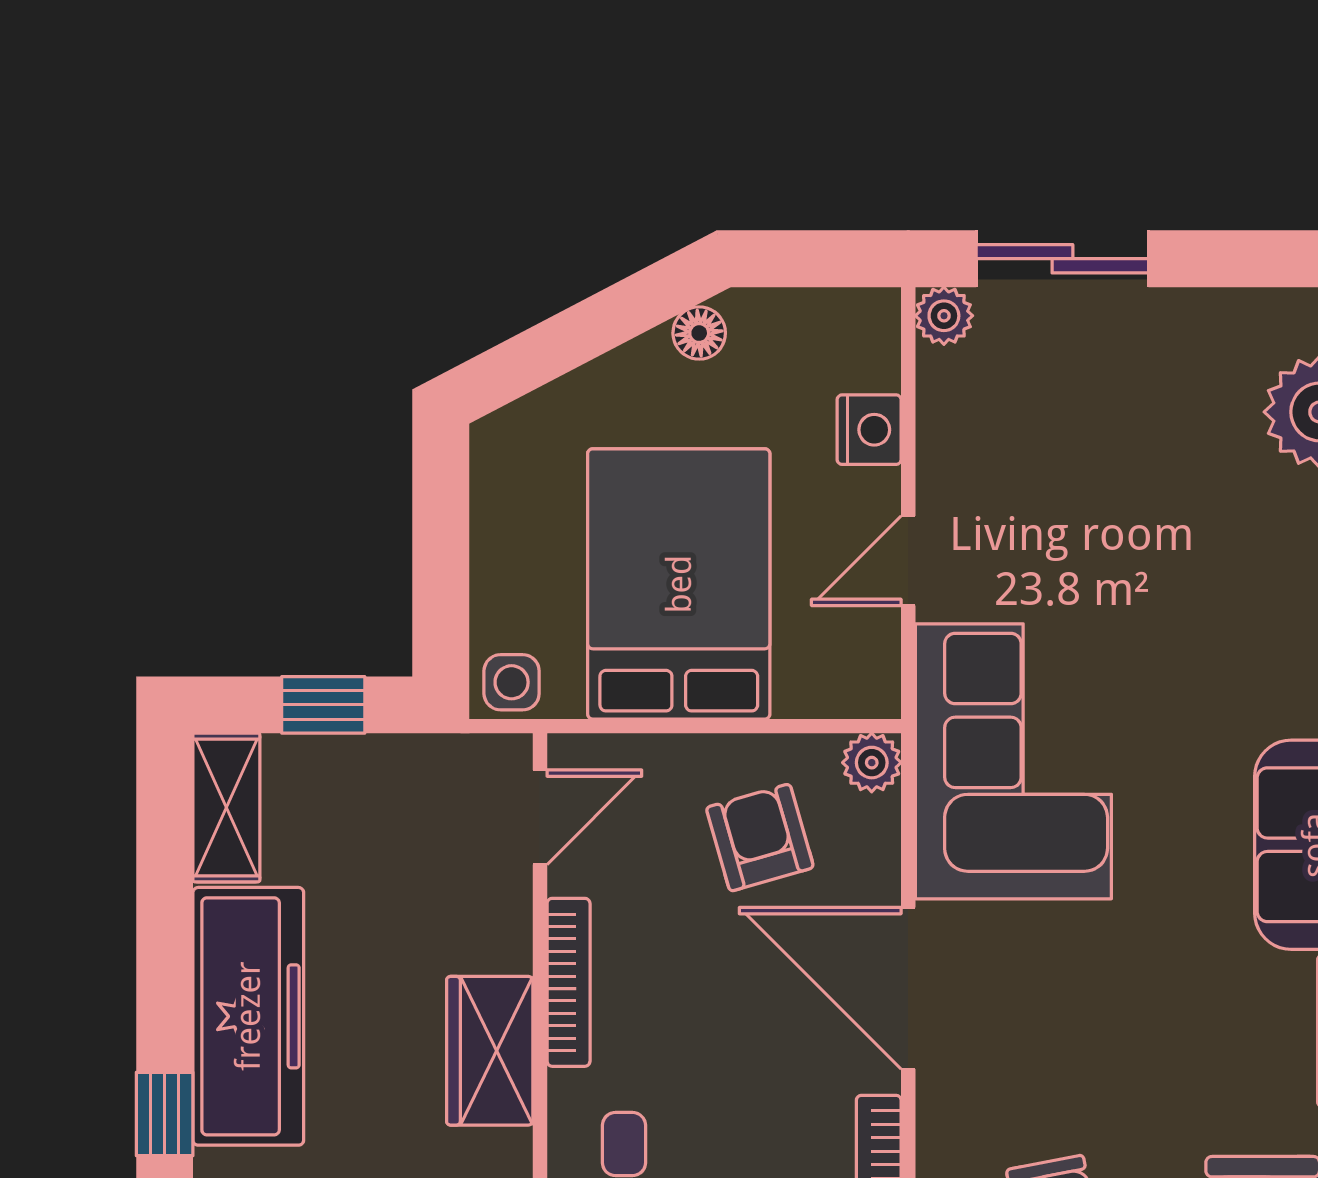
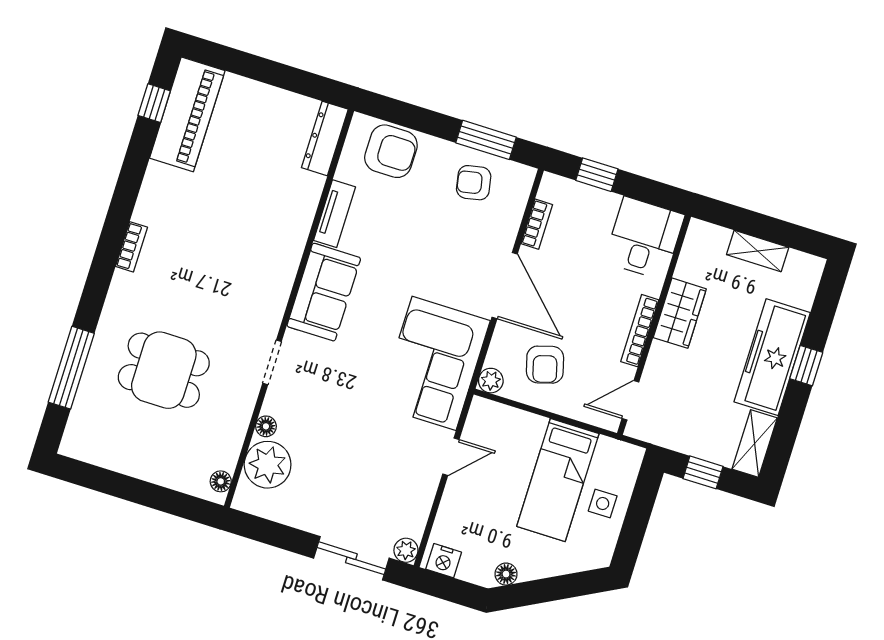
nightstand: (869, 430) -> (444, 561), moved, turned -90
bed: (679, 584) -> (558, 480), width x0.67
side table: (512, 682) -> (603, 503), moved
window: (165, 1114) -> (806, 366), moved

